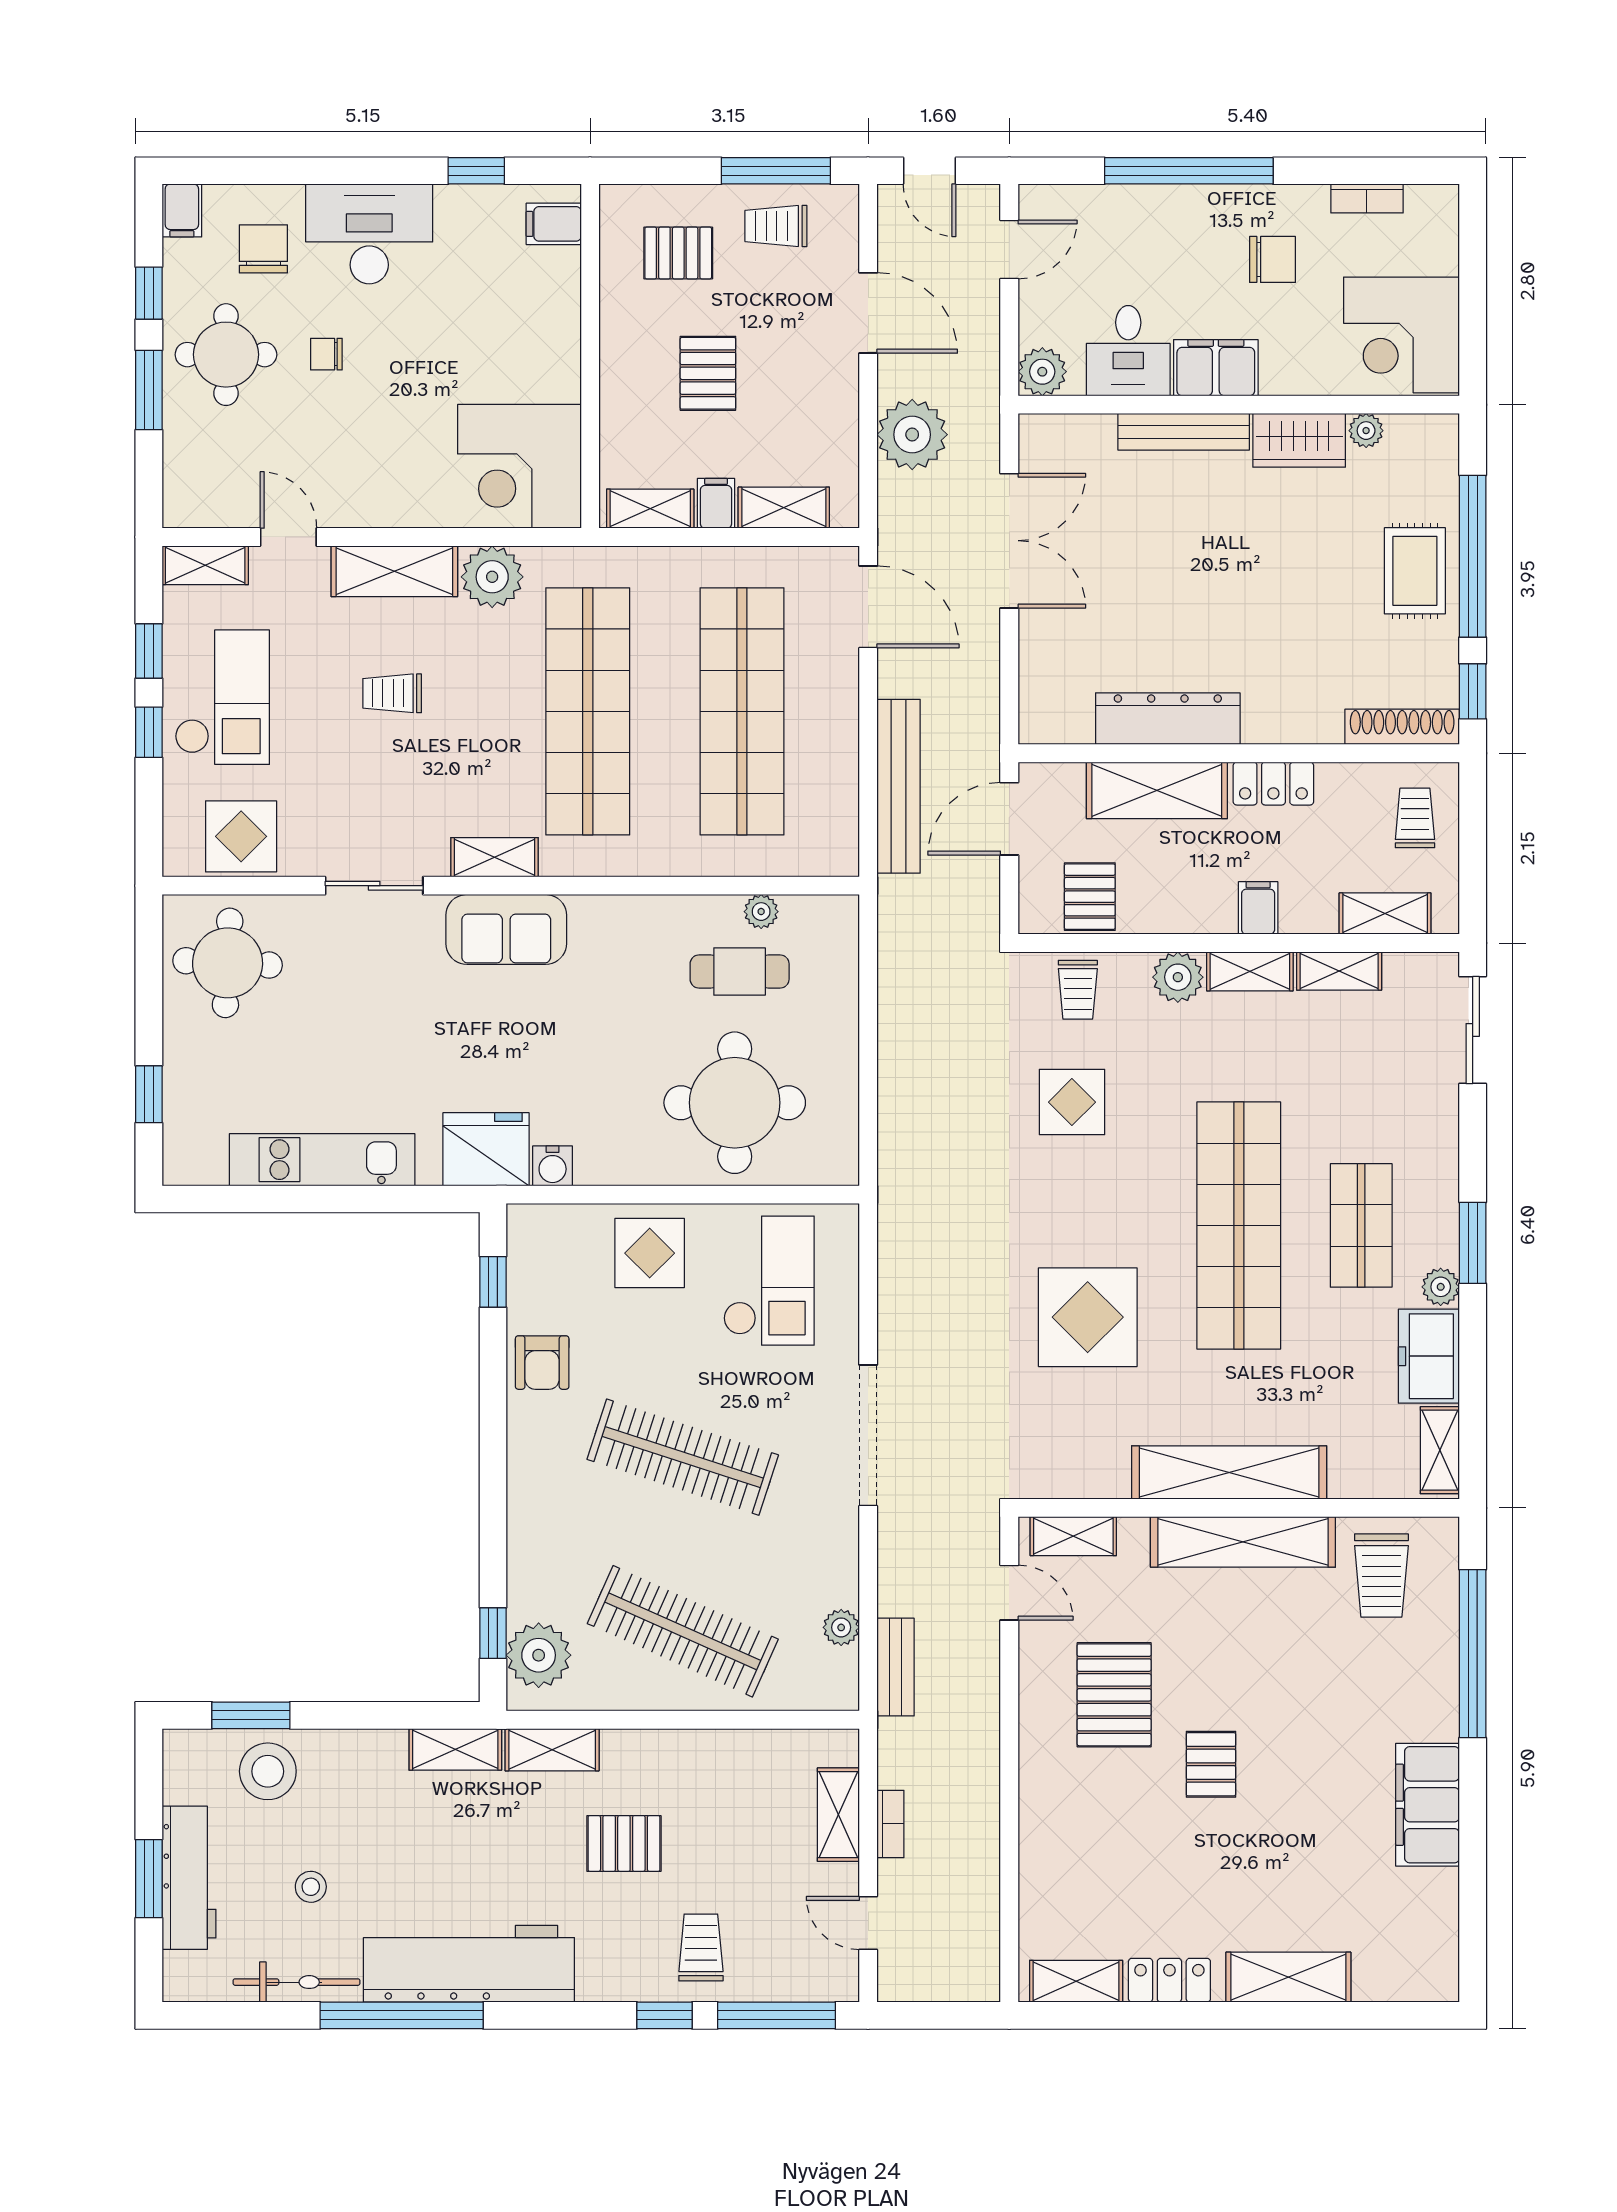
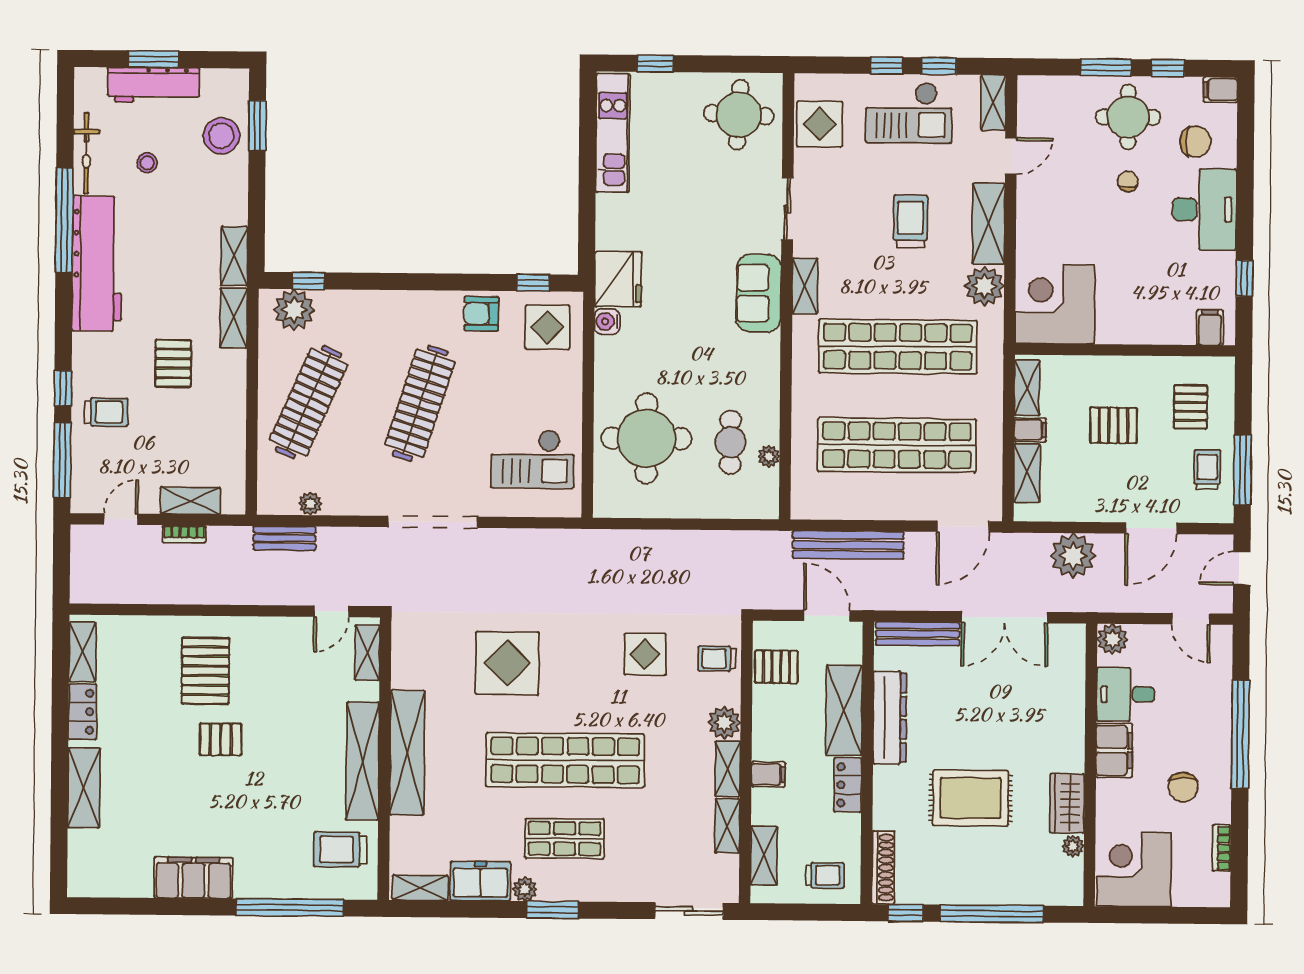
bench: (1184, 432) -> (918, 634), moved, turned 90
rug: (1415, 571) -> (971, 798), moved, width x1.36, depth x1.43
trolley: (392, 693) -> (910, 221), width x1.36, depth x1.39
kitchen unit: (322, 1160) -> (613, 133), moved
display table: (650, 1253) -> (547, 327), moved
pallet: (1114, 1695) -> (205, 671), moved, turned 90

